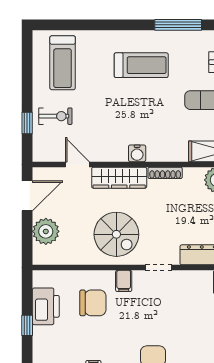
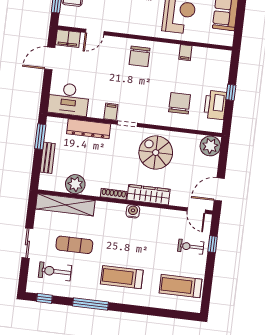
treadmill: (63, 63) -> (181, 286), turned -90
door: (77, 164) -> (196, 211), moved
plant: (46, 231) -> (210, 146), moved
filing cabinet: (124, 281) -> (111, 112), moved
chair: (93, 303) -> (180, 103), turned 90

